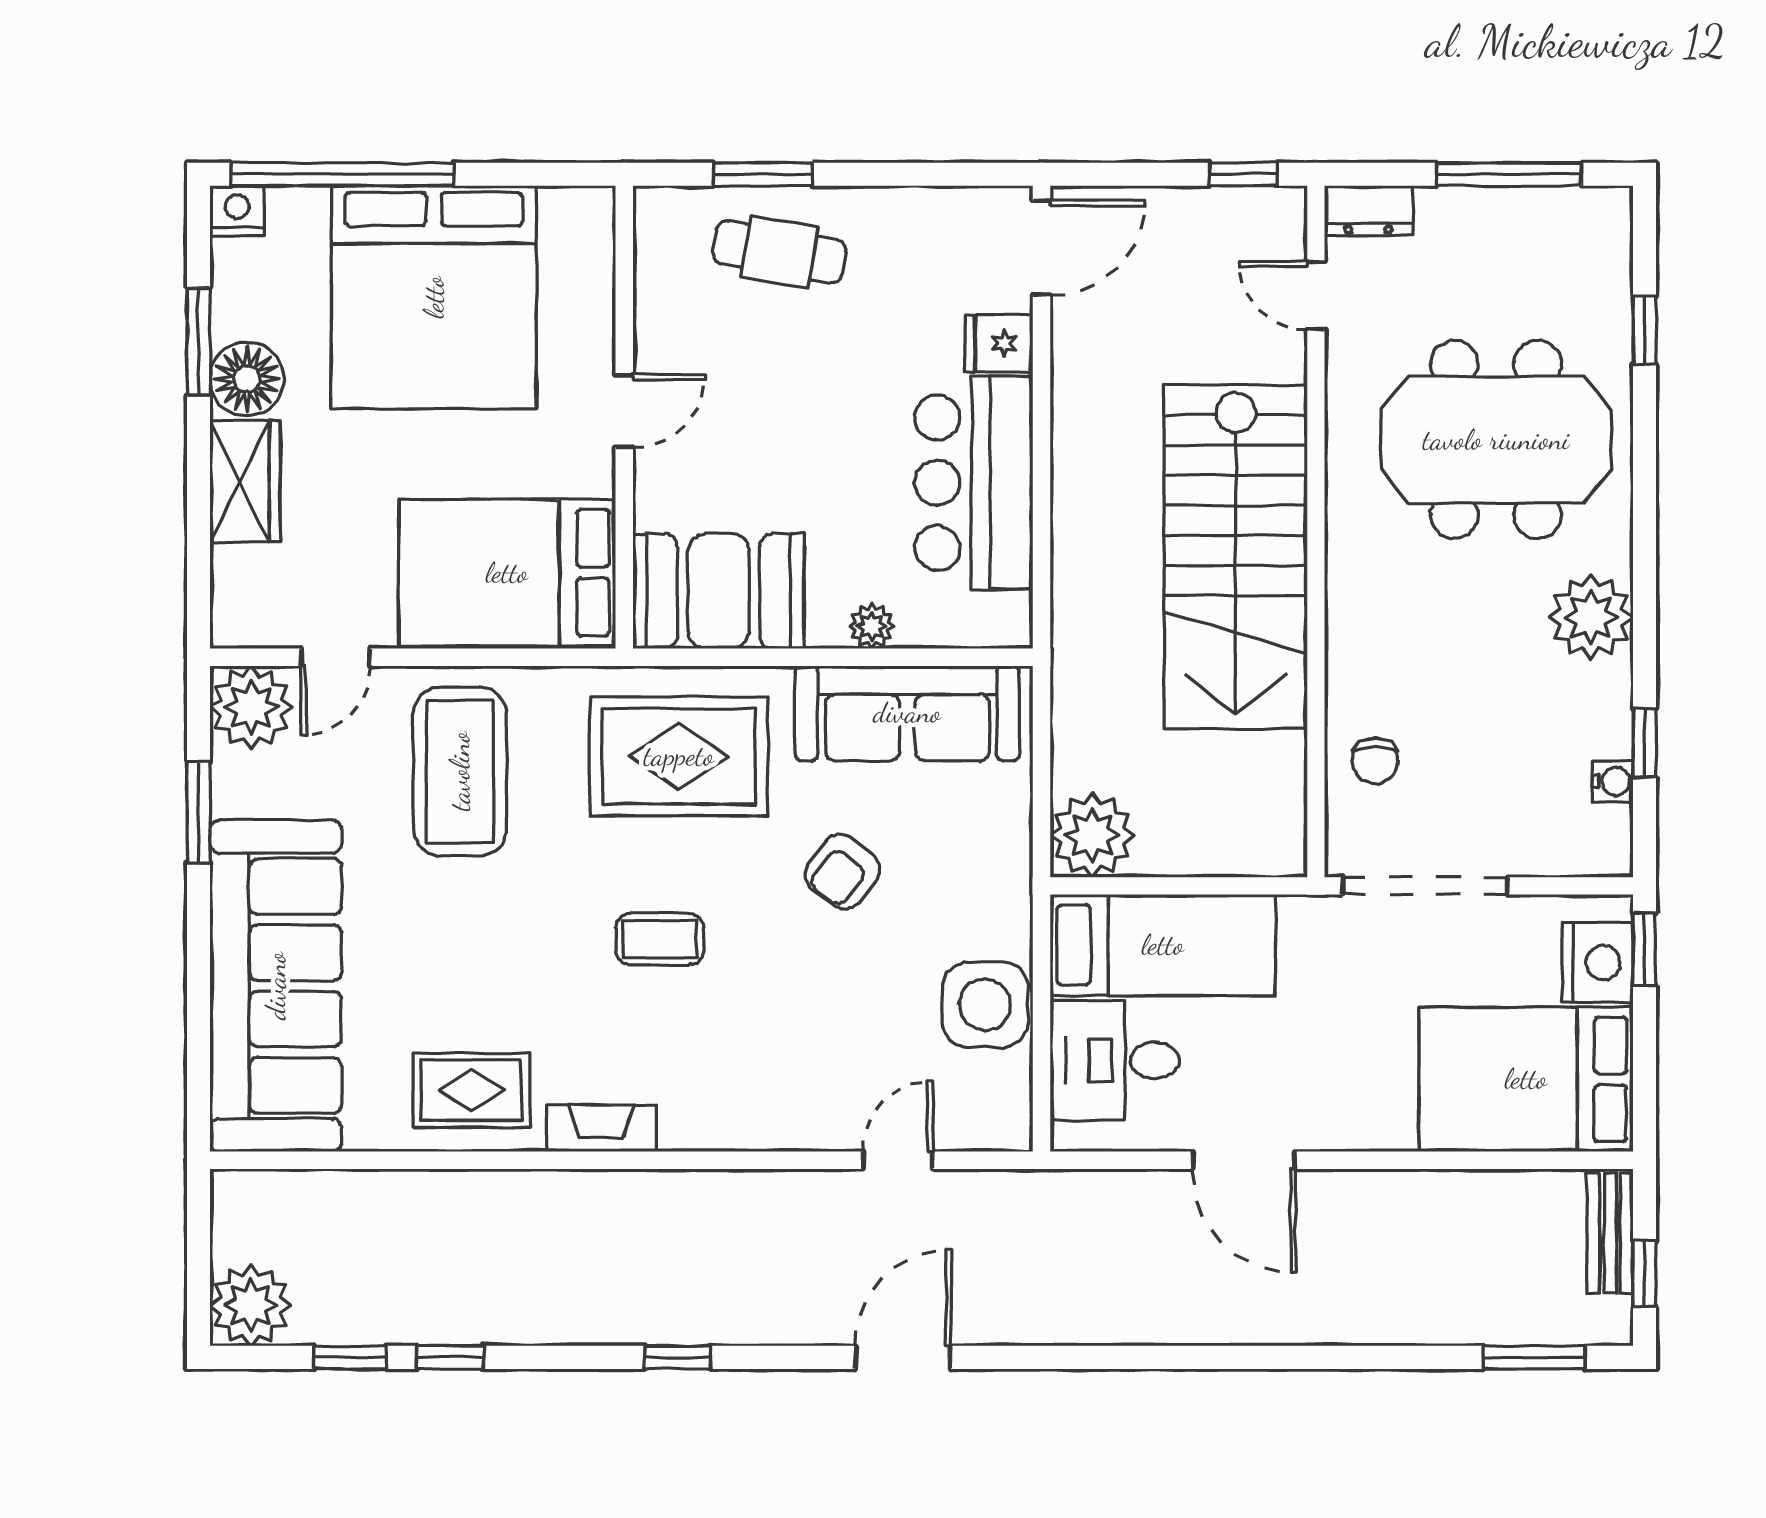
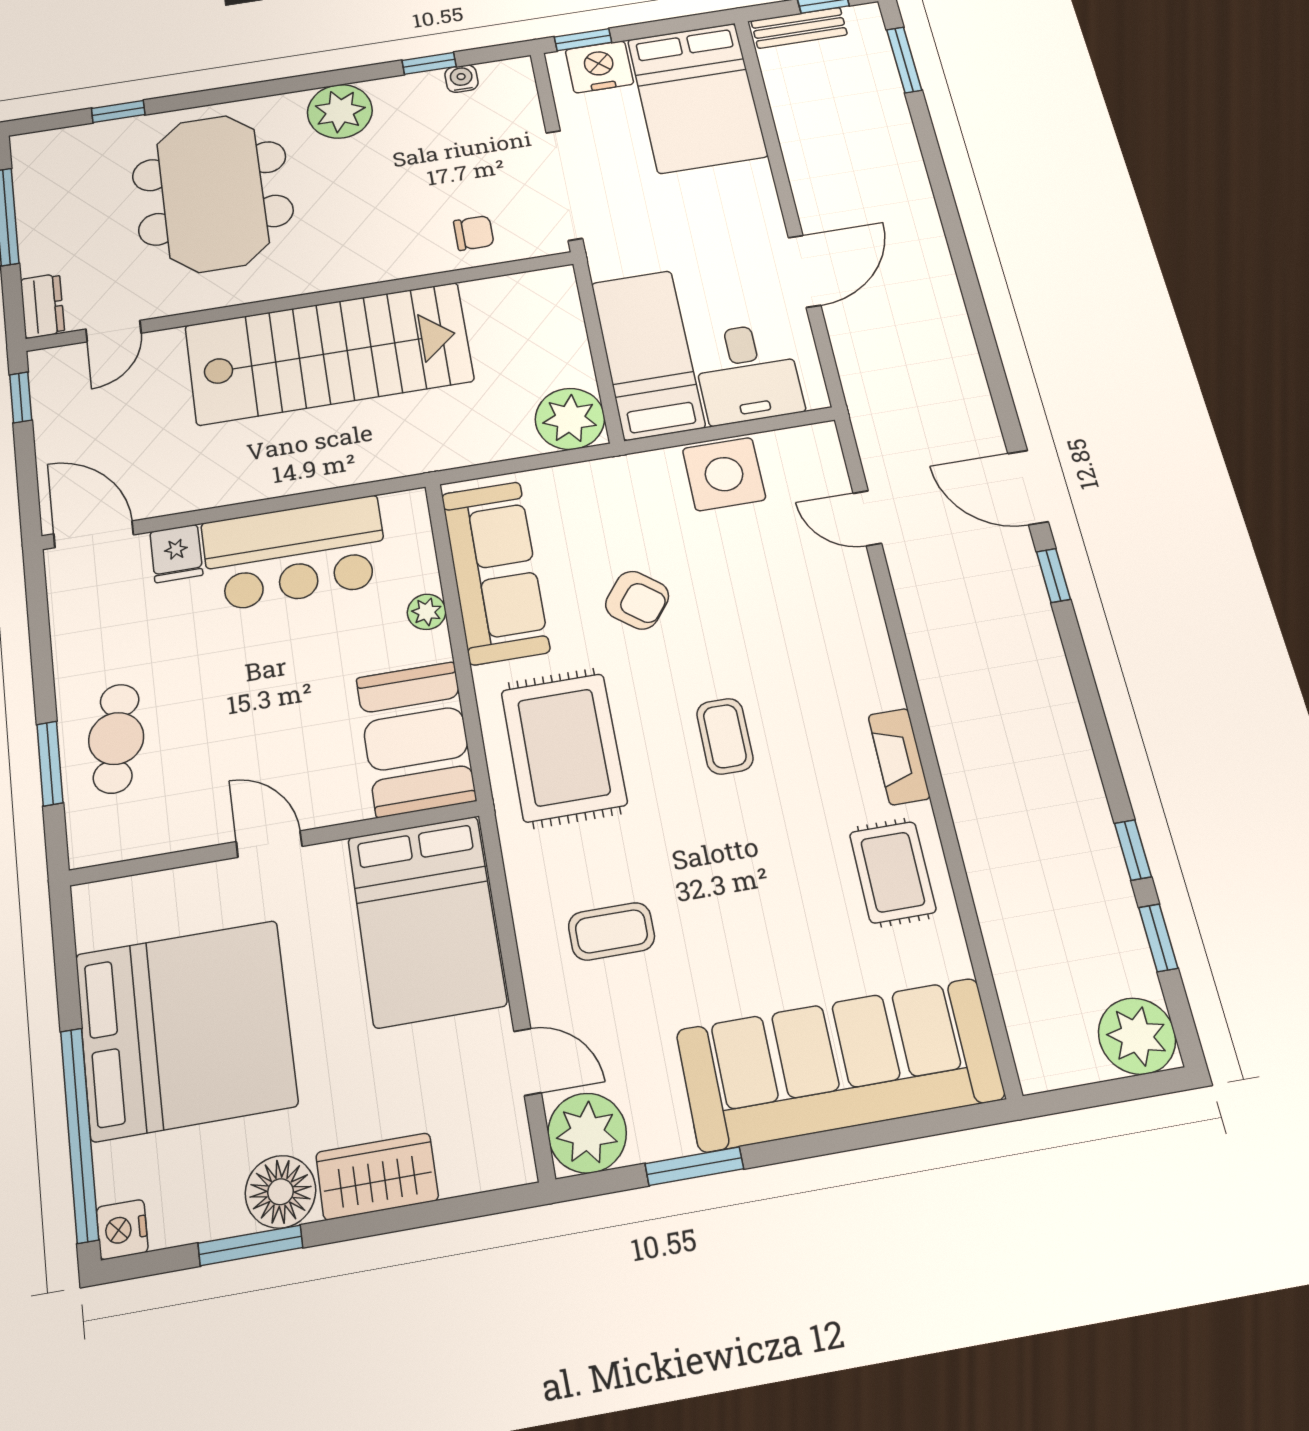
coffee table: (460, 771) -> (611, 931), width x0.54, depth x0.58
window: (678, 1357) -> (1053, 575), moved

